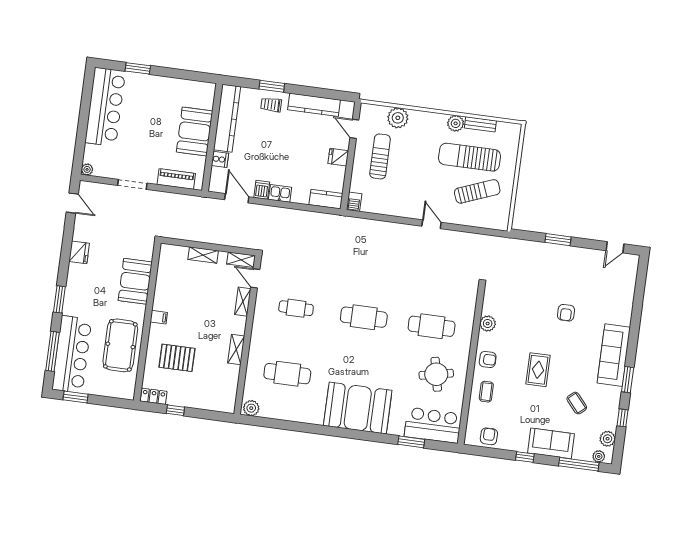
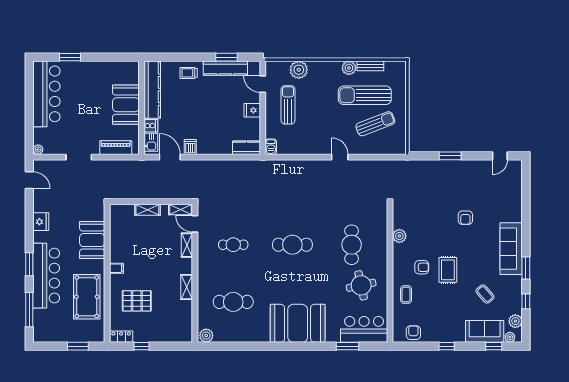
window: (272, 86) -> (227, 57), moved
kitchen sink: (280, 193) -> (151, 142), moved, turned 90
cafe table: (432, 326) -> (352, 245), turned 90
bar counter: (72, 354) -> (46, 276), moved
armchair: (488, 359) -> (422, 267), moved
window: (76, 397) -> (78, 346), moved
sofa: (551, 443) -> (485, 331), moved
window: (579, 464) -> (494, 346), width x0.46

